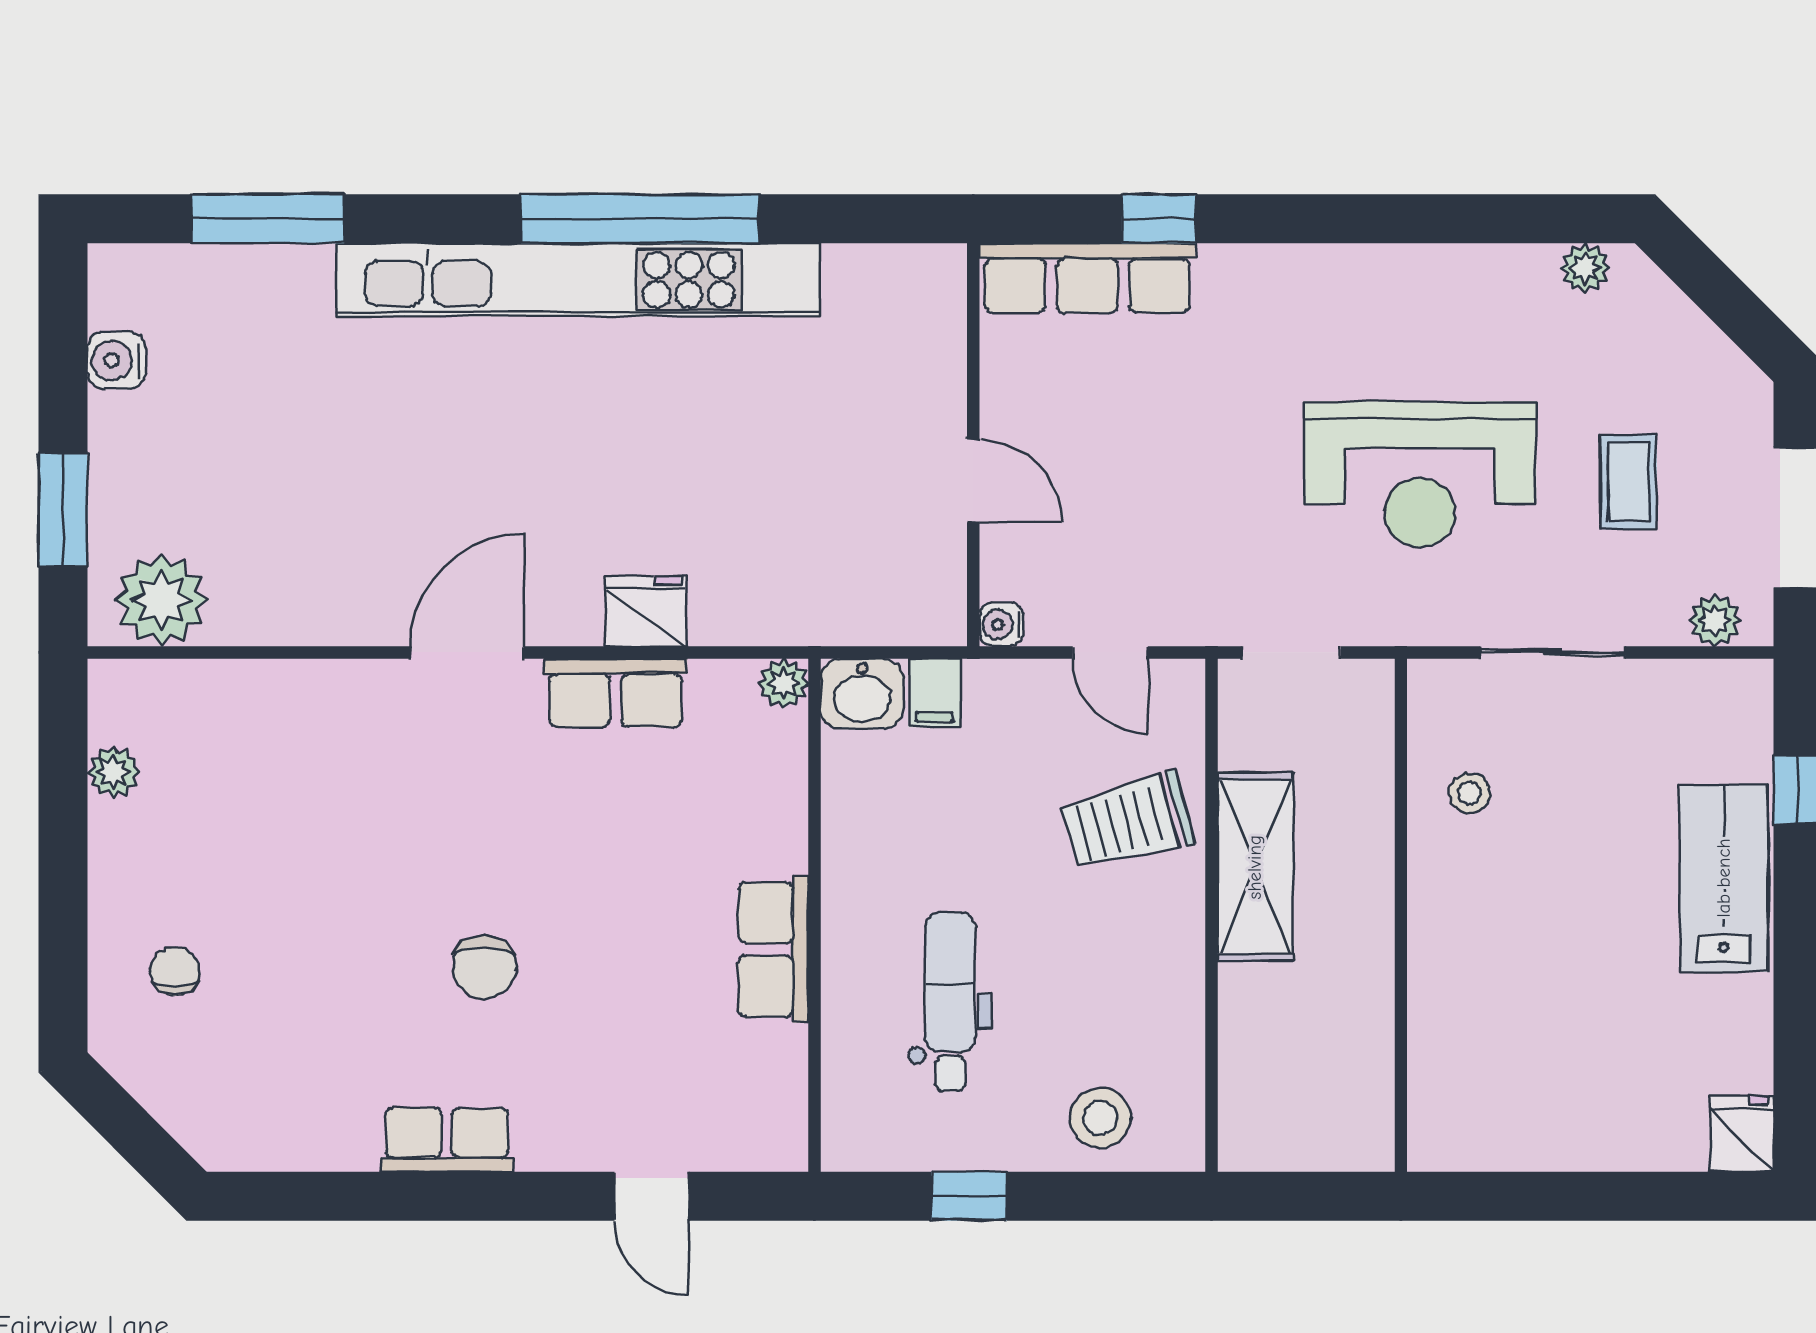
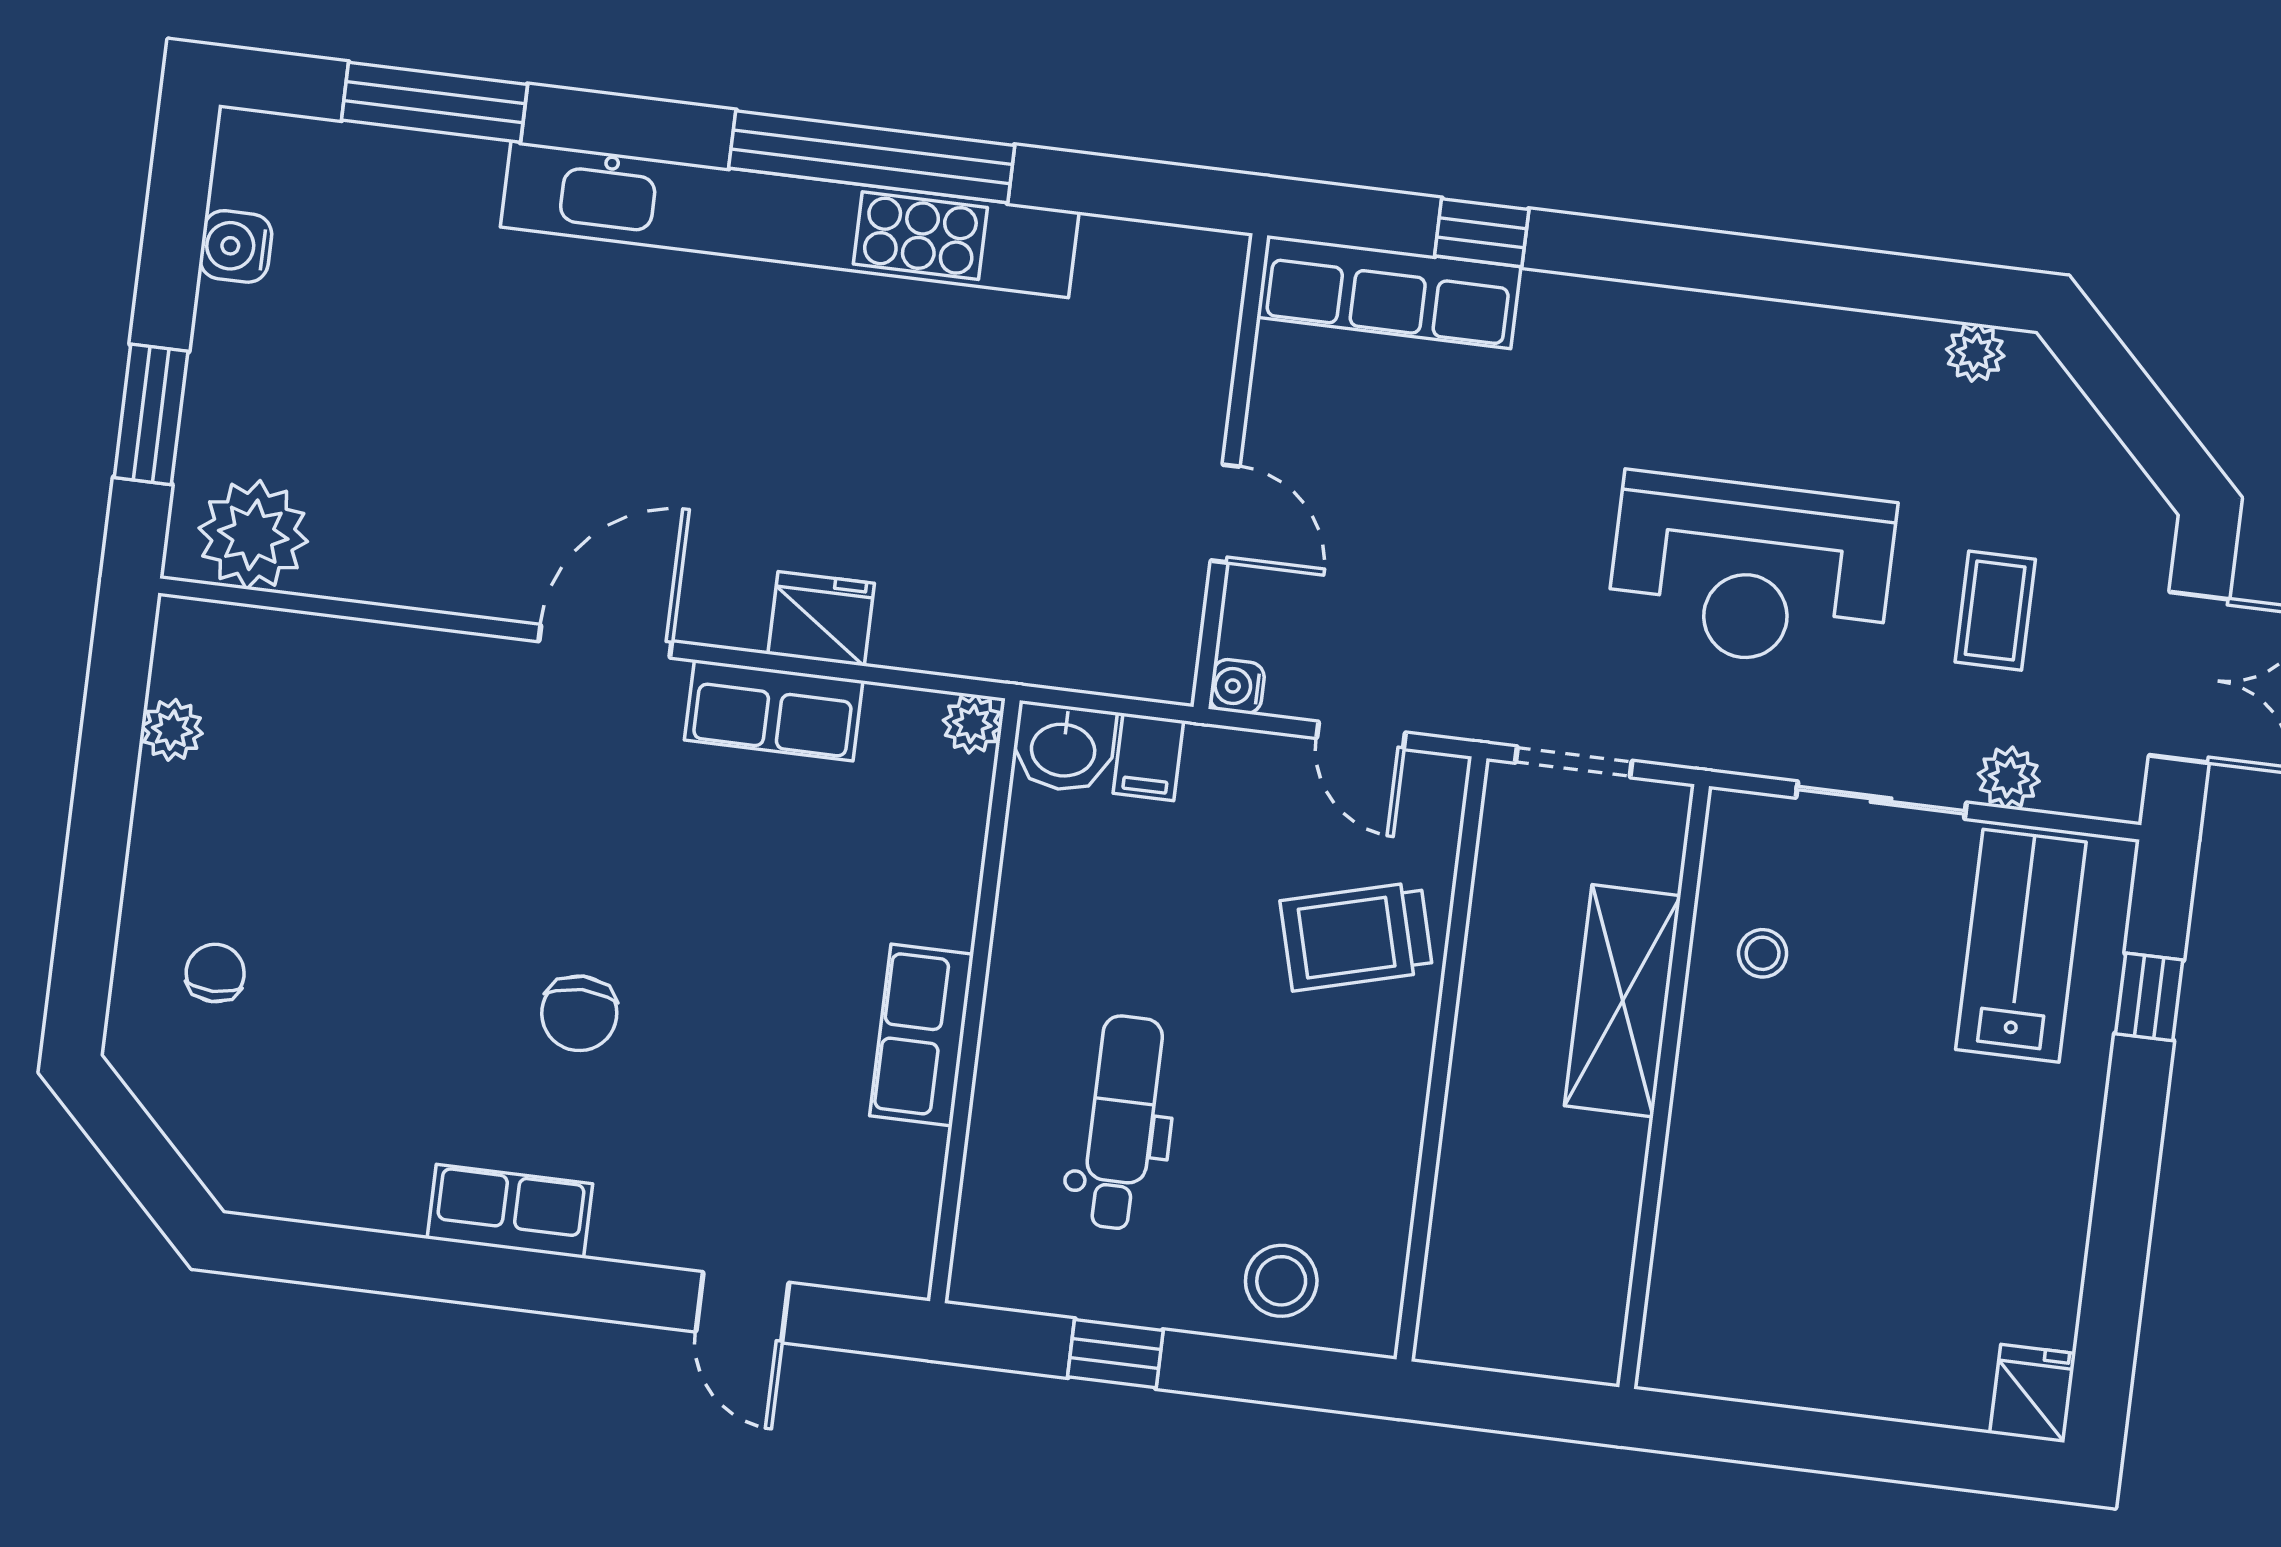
plant: (1715, 620) -> (2009, 778), moved
shelving: (1255, 867) -> (1623, 1001), moved
lab bench: (1724, 878) -> (2021, 946), moved

